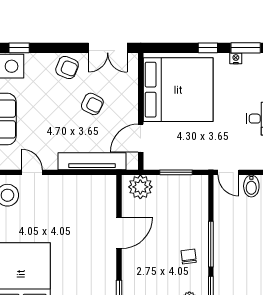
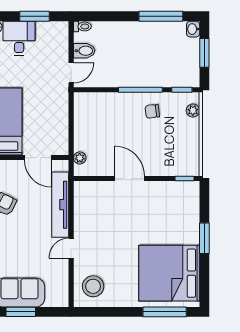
door: (32, 172) -> (71, 248), moved
window: (176, 172) -> (71, 124), removed
plant: (140, 187) -> (80, 158), width x0.53, depth x0.53

